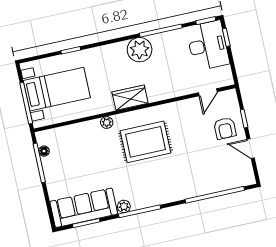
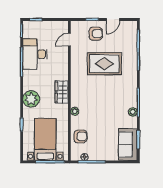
desk: (208, 45) -> (35, 54), moved, turned -90
plant: (140, 50) -> (31, 99), moved
door: (208, 92) -> (69, 40), swing flipped
armchair: (72, 139) -> (80, 136), added
rug: (146, 142) -> (104, 64), moved, turned 90
sofa: (84, 208) -> (128, 145), width x0.73

